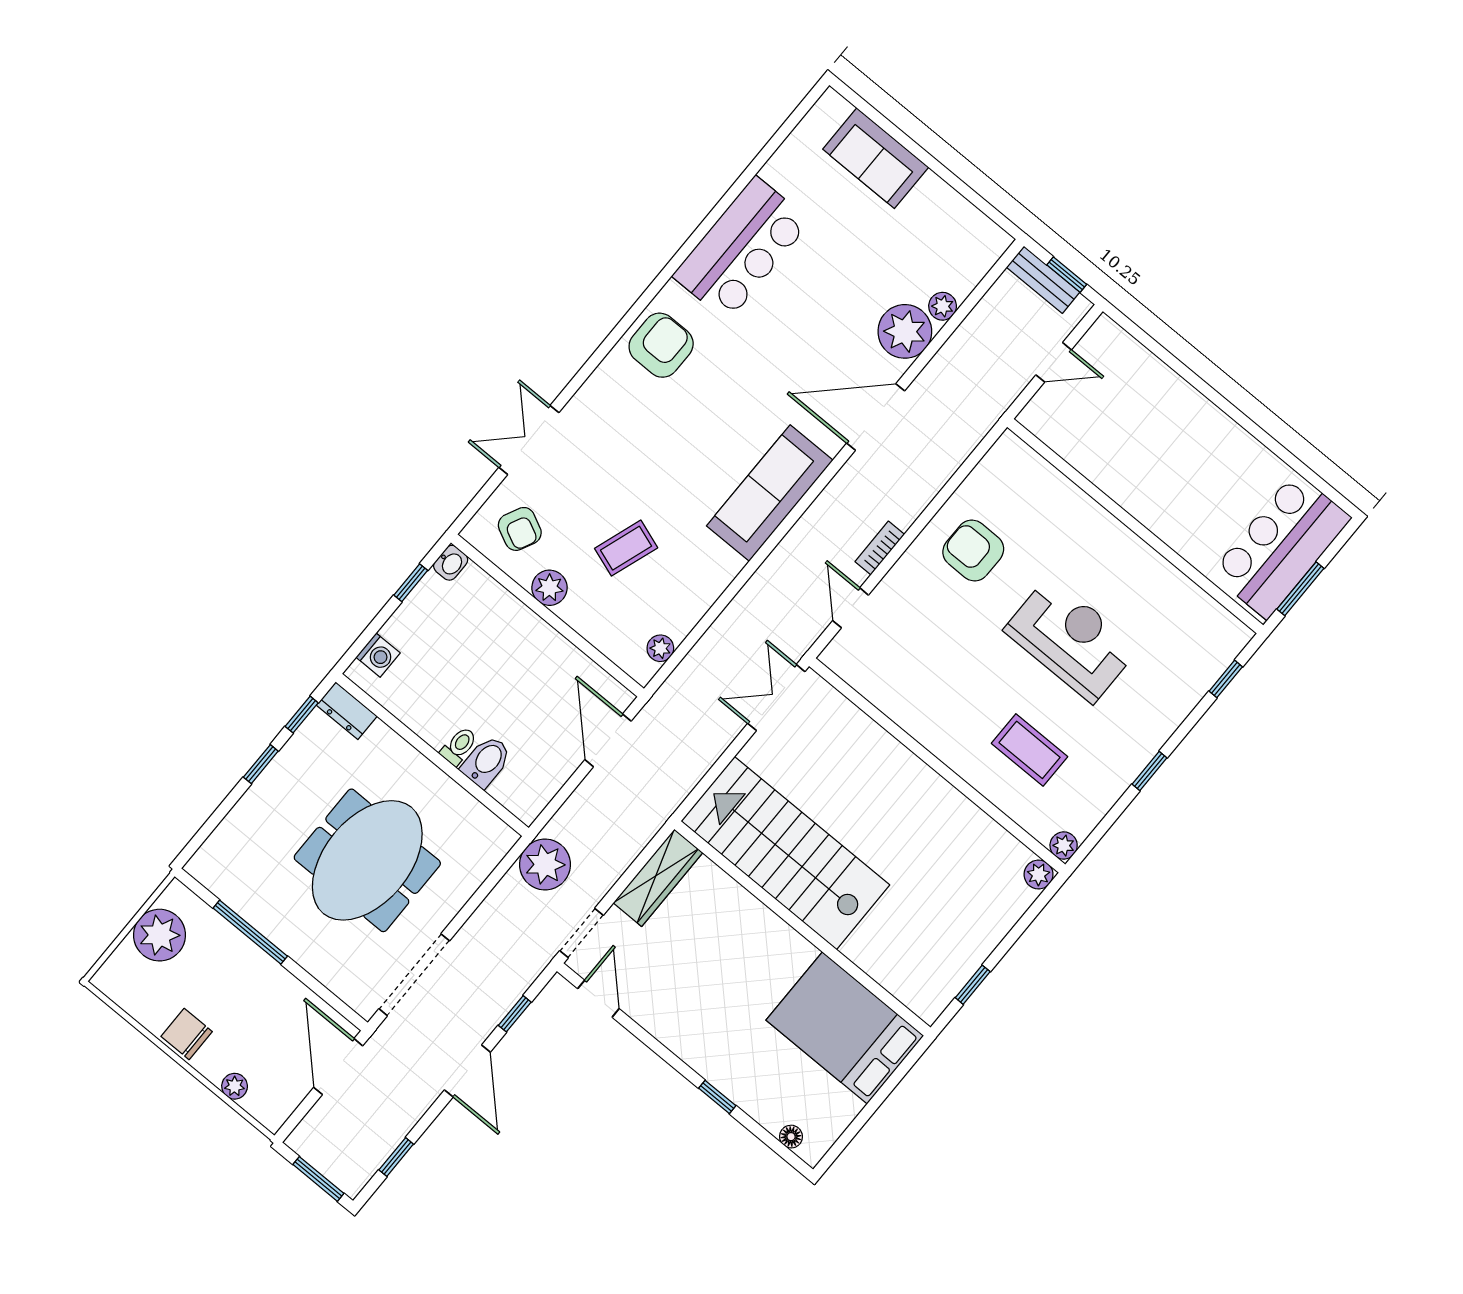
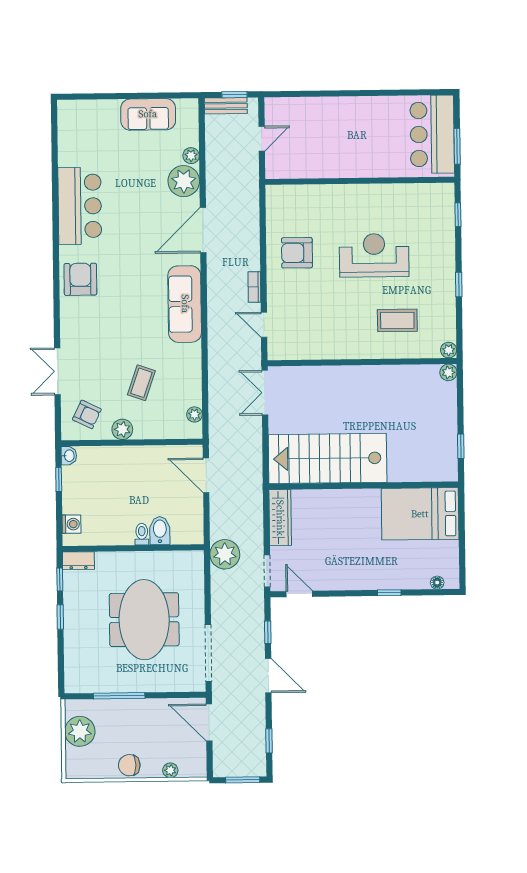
sofa: (876, 158) -> (148, 114), moved

